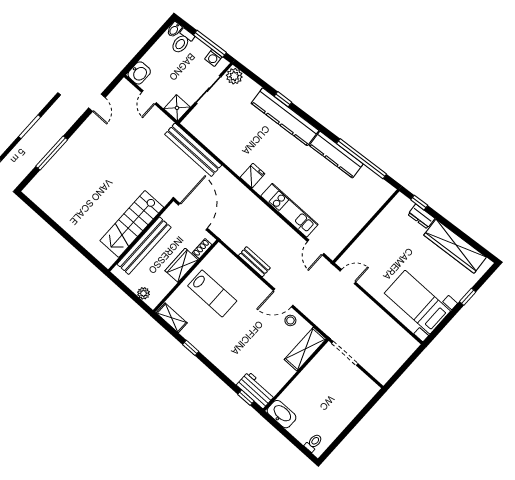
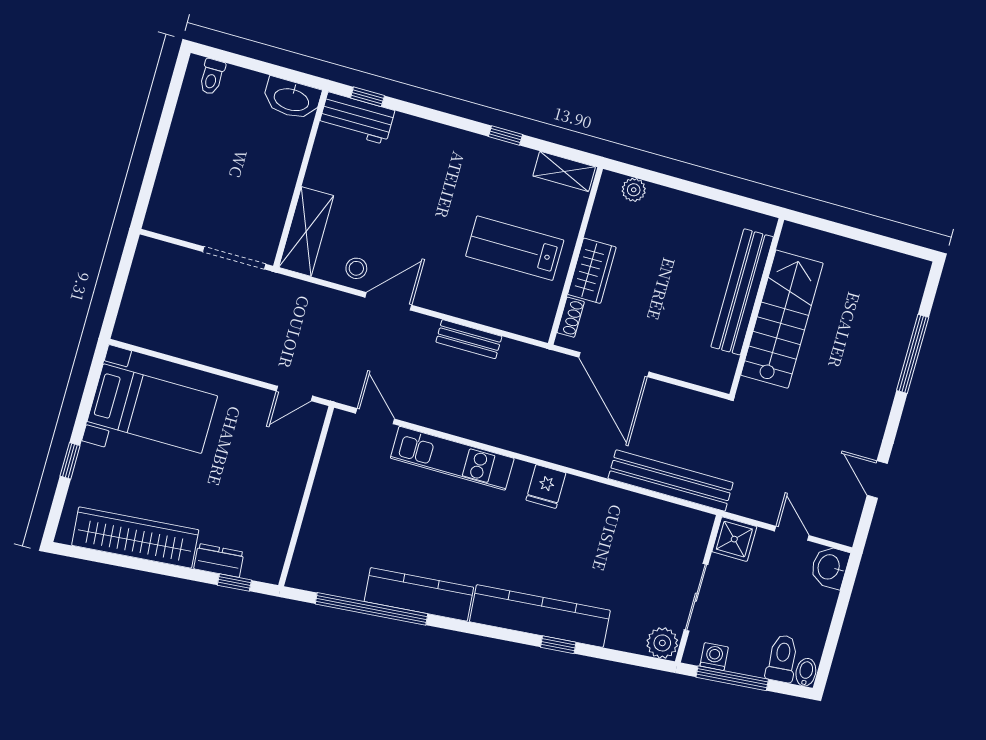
stairs: (132, 224) -> (782, 319), moved
wall: (141, 235) -> (757, 307), moved
bench: (144, 246) -> (742, 292), moved

